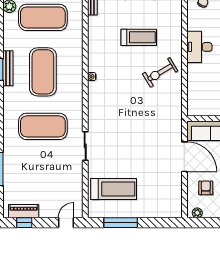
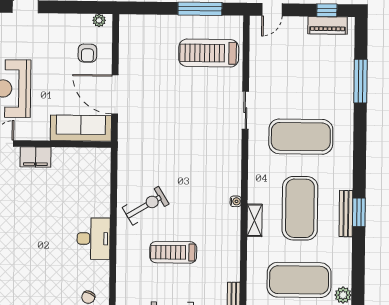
shelving: (77, 62) -> (255, 220), added

